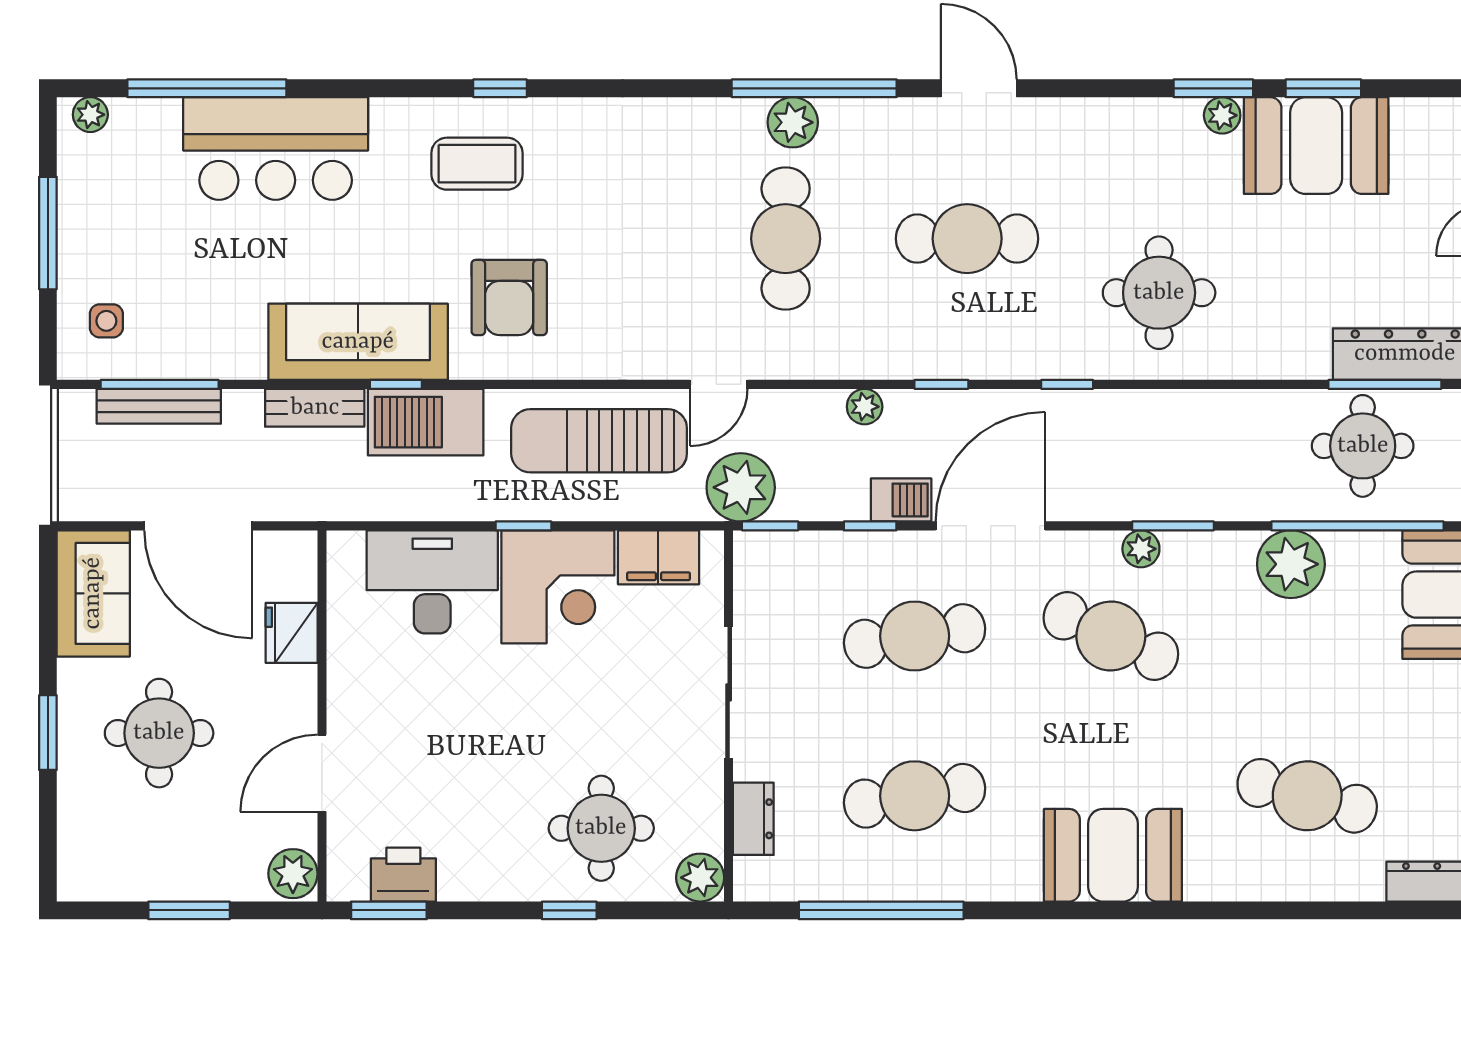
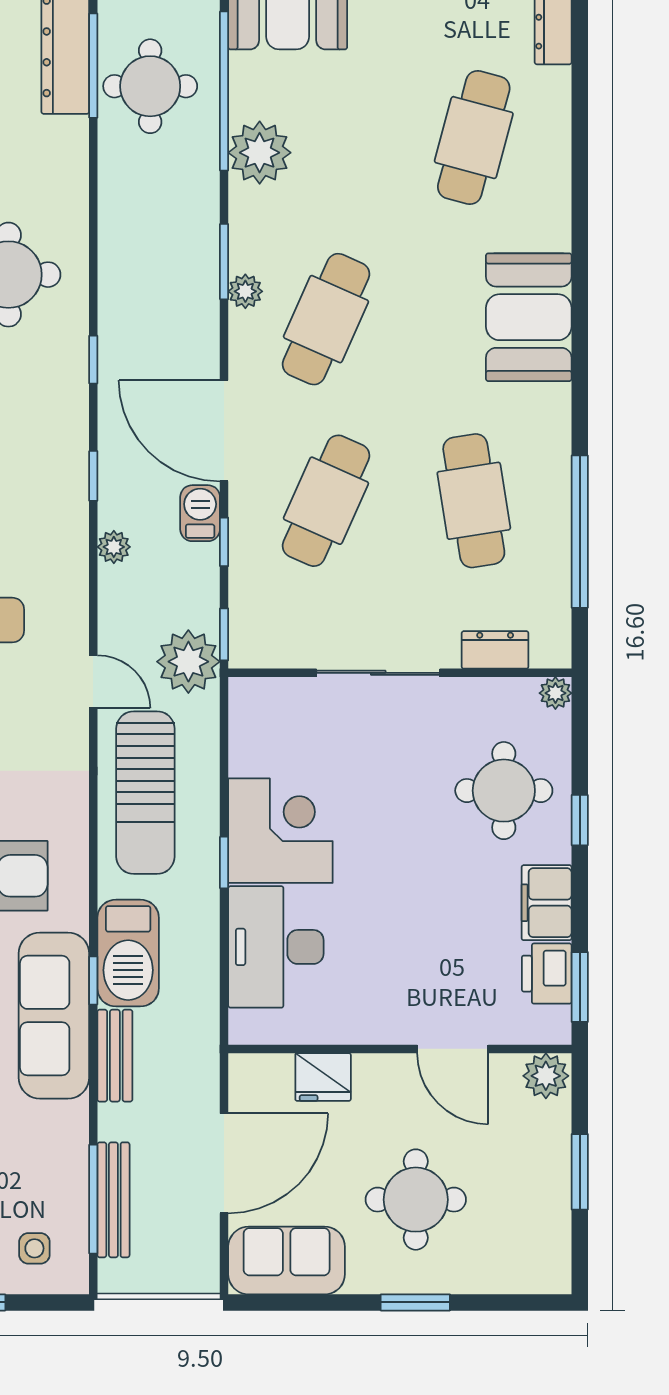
filing cabinet: (658, 557) -> (547, 903), moved, turned 180
cafe table: (915, 636) -> (326, 501), turned 33
plant: (700, 878) -> (555, 693), width x0.73, depth x0.73

